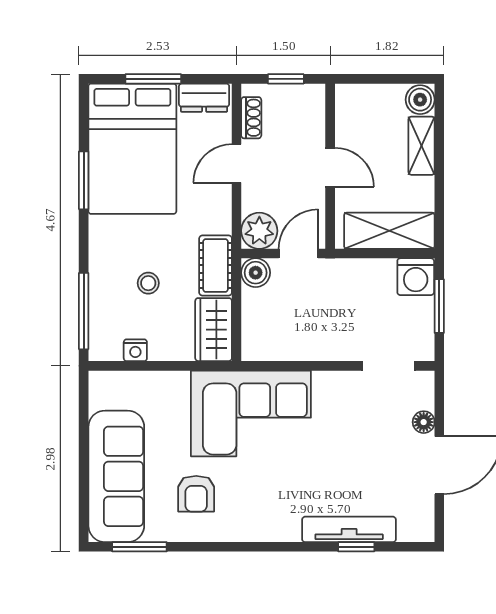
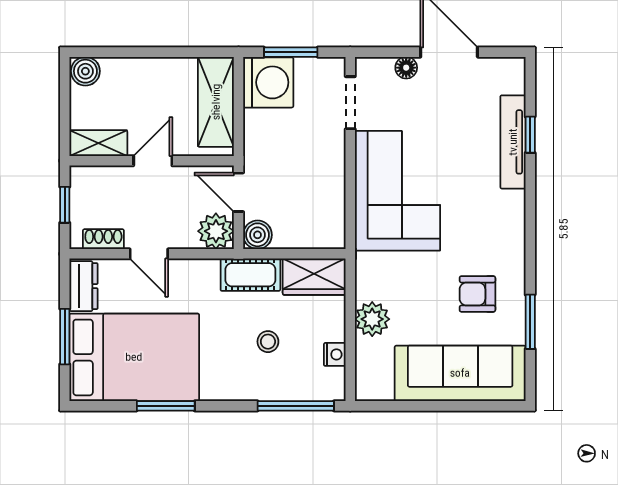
shelving: (422, 146) -> (98, 143), moved
washing machine: (416, 277) -> (268, 82), width x1.37, depth x1.37
plant: (171, 388) -> (372, 319), added
corner sofa: (251, 413) -> (398, 191), moved
armchair: (196, 494) -> (477, 294), turned 180
window: (139, 547) -> (530, 322), moved

